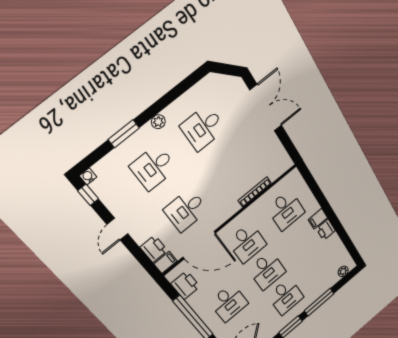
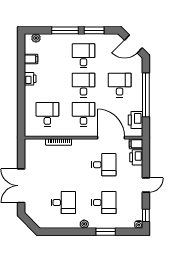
filing cabinet: (318, 219) -> (31, 59), moved

